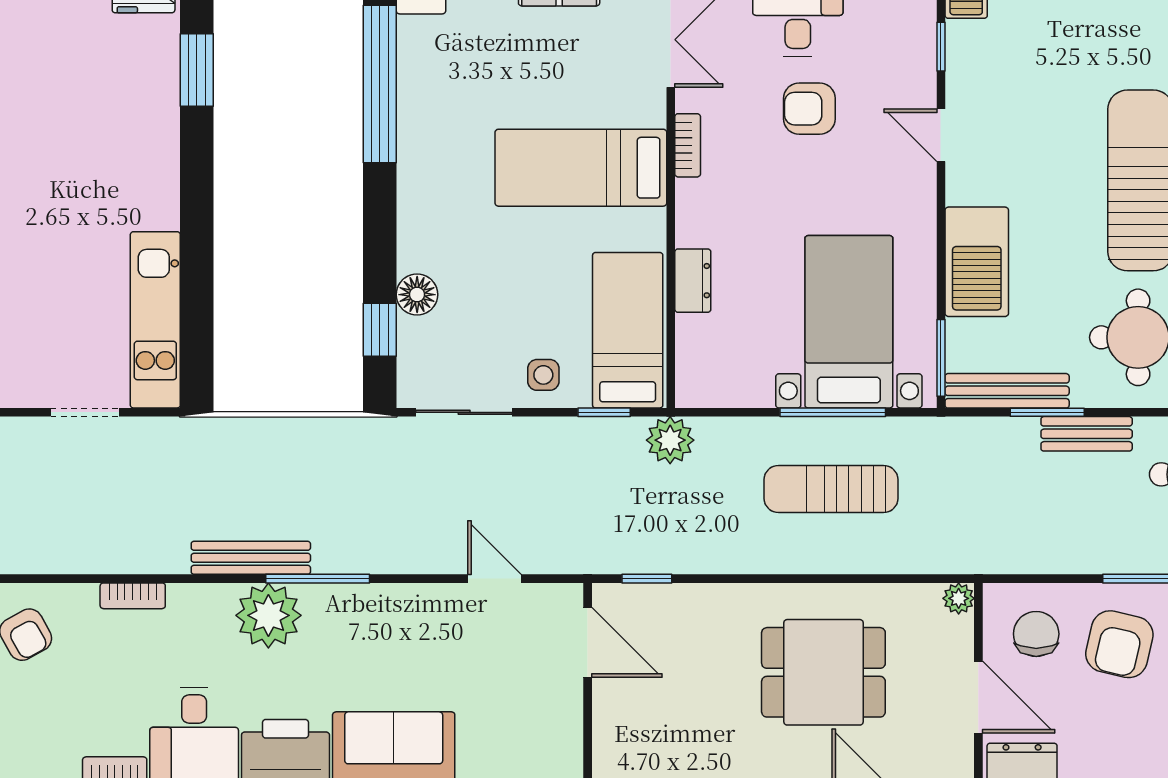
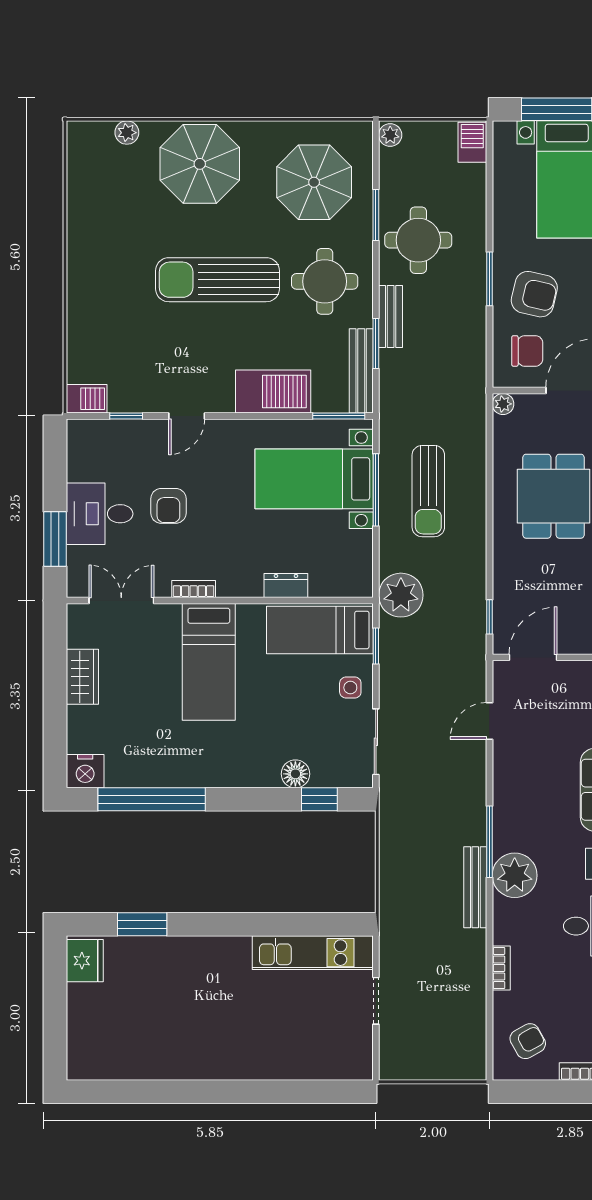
plant: (670, 440) -> (401, 595), width x1.36, depth x1.36
chair: (1036, 634) -> (527, 351), turned 180

